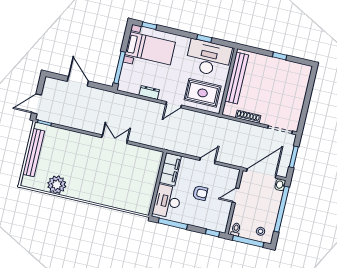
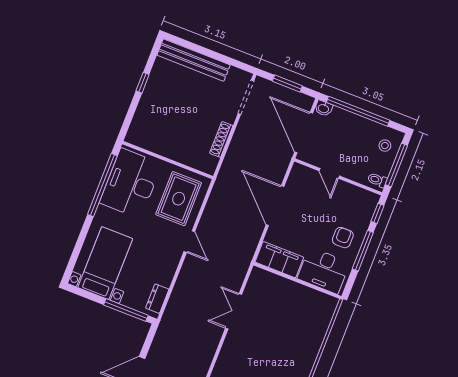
window: (149, 26) -> (73, 260), removed
window: (204, 38) -> (102, 185), width x3.17
bench: (237, 78) -> (194, 60), moved
dresser: (149, 92) -> (157, 299), moved
double door: (115, 139) -> (234, 311), moved
door: (208, 161) -> (275, 206), width x1.87
armchair: (200, 193) -> (343, 238), moved
window: (173, 224) -> (363, 251), moved

